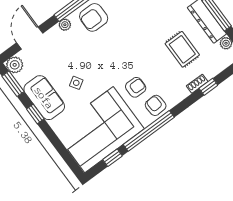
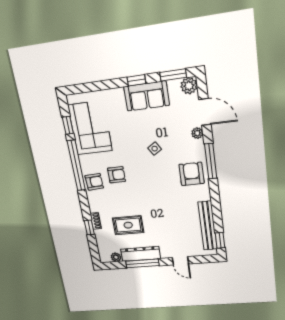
plant: (65, 25) -> (197, 133), moved
side table: (76, 83) -> (155, 149), moved
armchair: (136, 87) -> (116, 175), turned -90
corner sofa: (99, 130) -> (90, 128), width x0.73, depth x0.74

